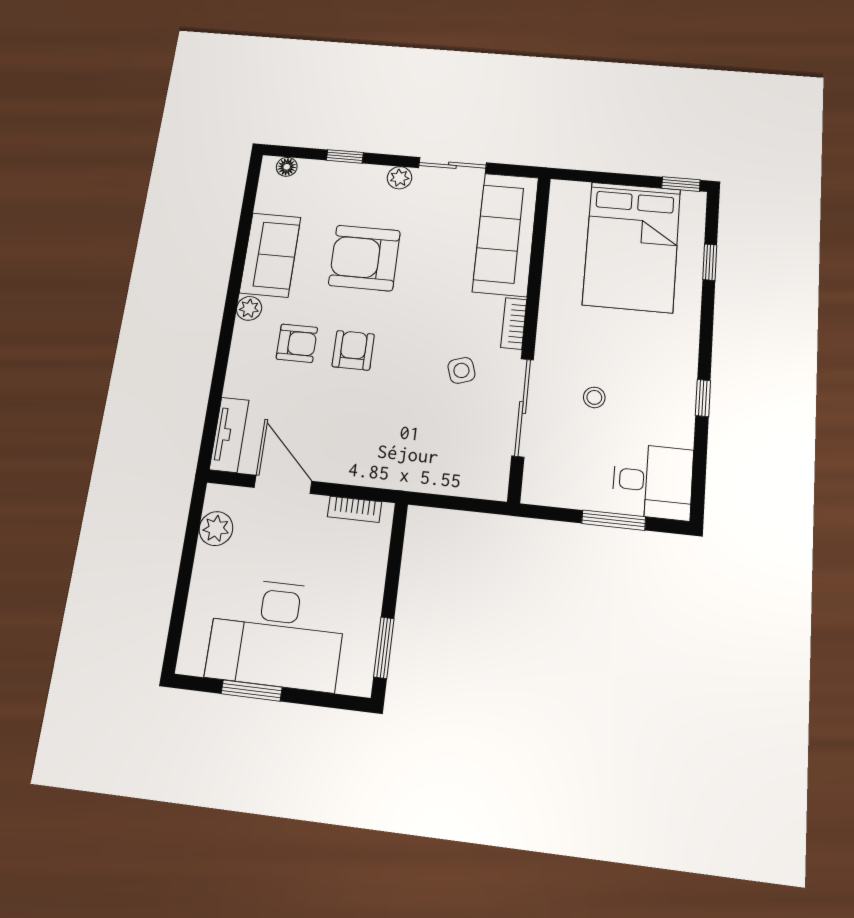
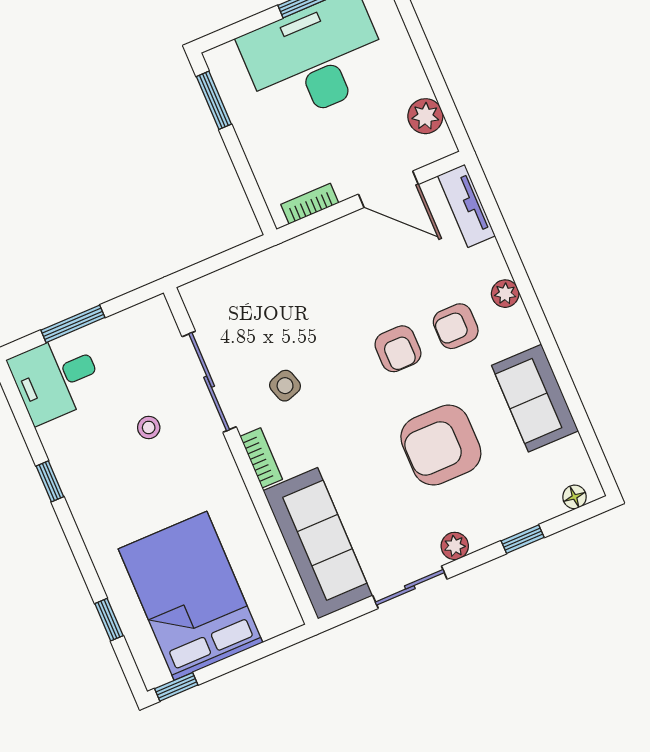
armchair: (364, 258) -> (441, 445), turned 180
plant: (249, 308) -> (505, 294), moved

